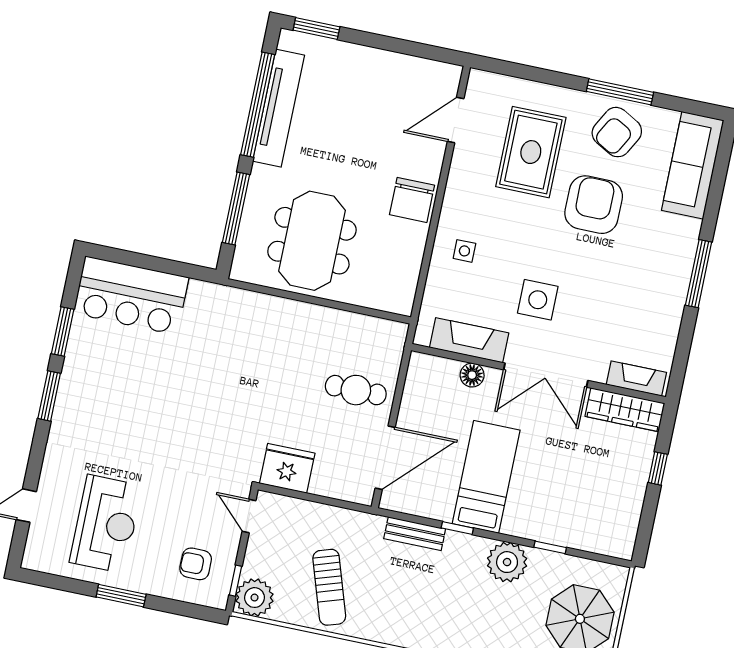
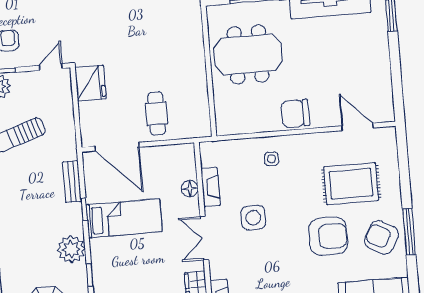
fireplace: (469, 340) -> (210, 187), width x0.73, depth x0.76
double door: (546, 375) -> (204, 238), width x0.73

